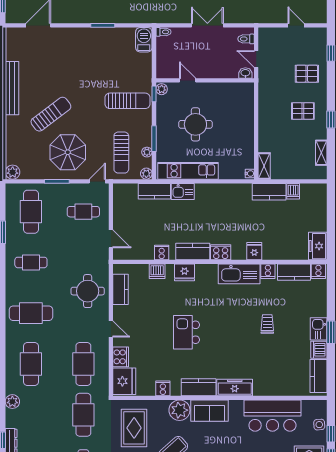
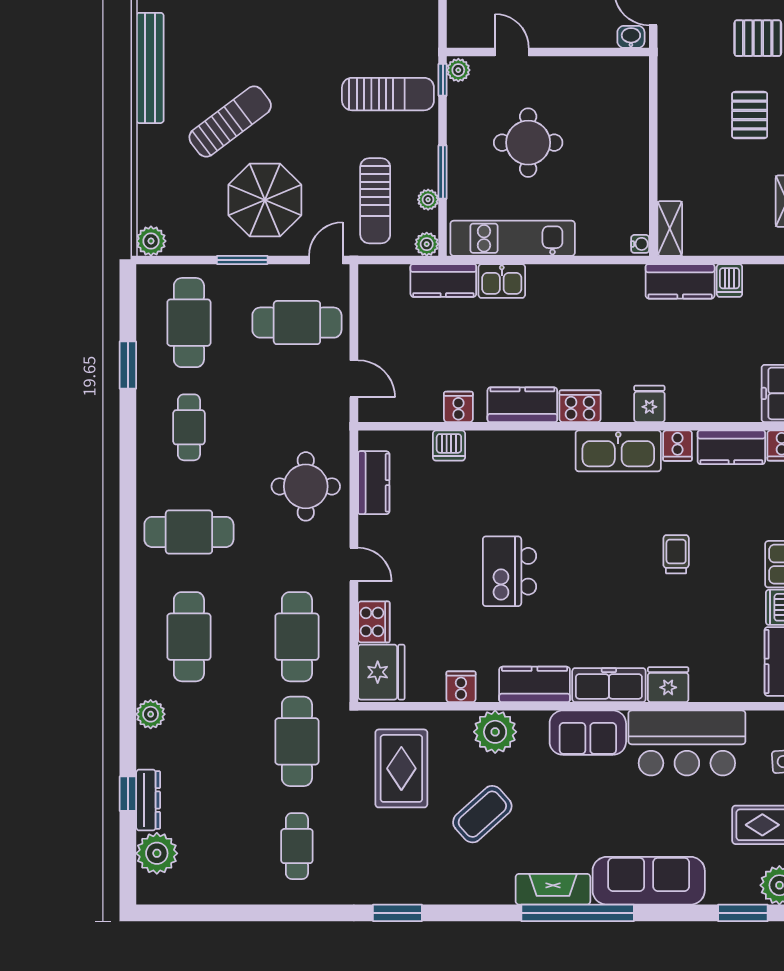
pallet: (303, 111) -> (750, 115), turned 90
cafe table: (83, 212) -> (297, 323), width x1.37, depth x1.35
cafe table: (31, 262) -> (189, 427), turned 90
fridge: (184, 272) -> (668, 685), moved, turned 180
sofa: (209, 411) -> (588, 733), moved

